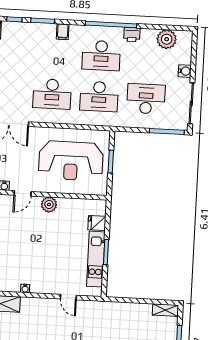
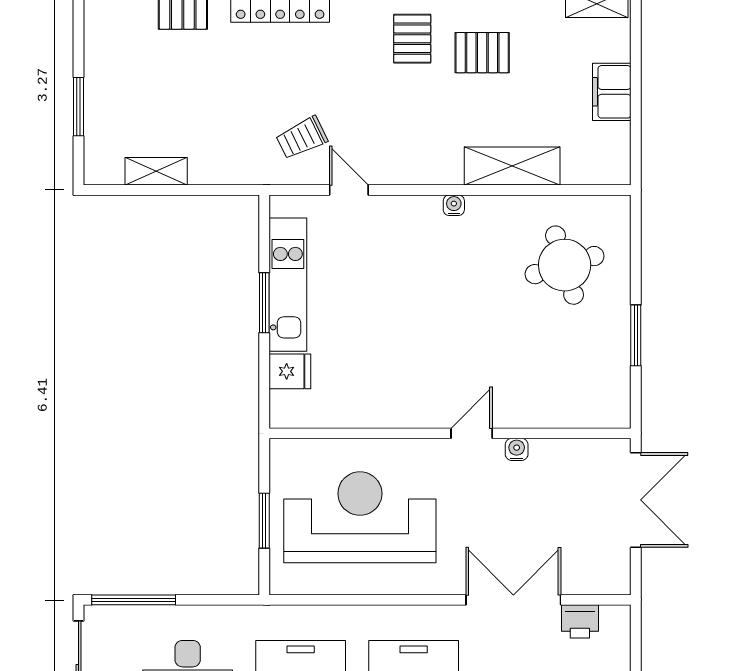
plant: (49, 205) -> (407, 410), removed
shelving: (165, 310) -> (156, 171), moved
trolley: (87, 320) -> (302, 138), added

